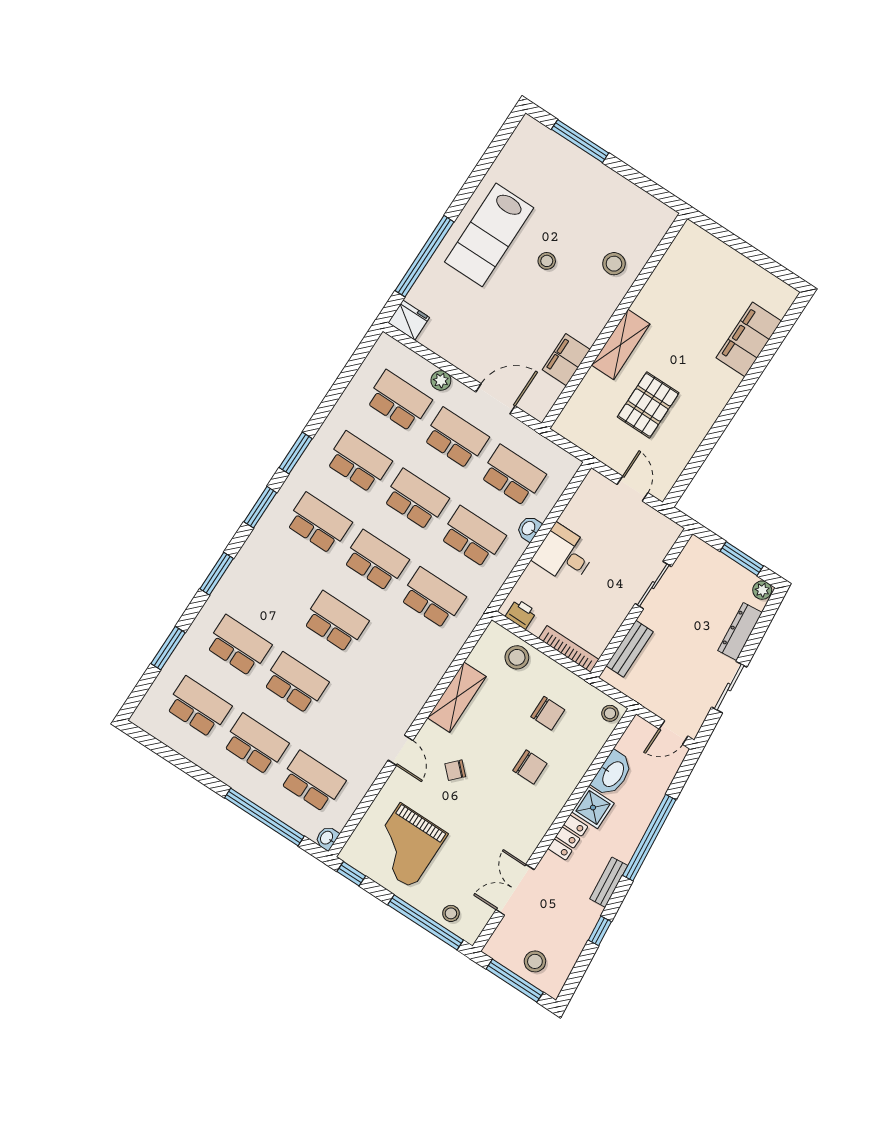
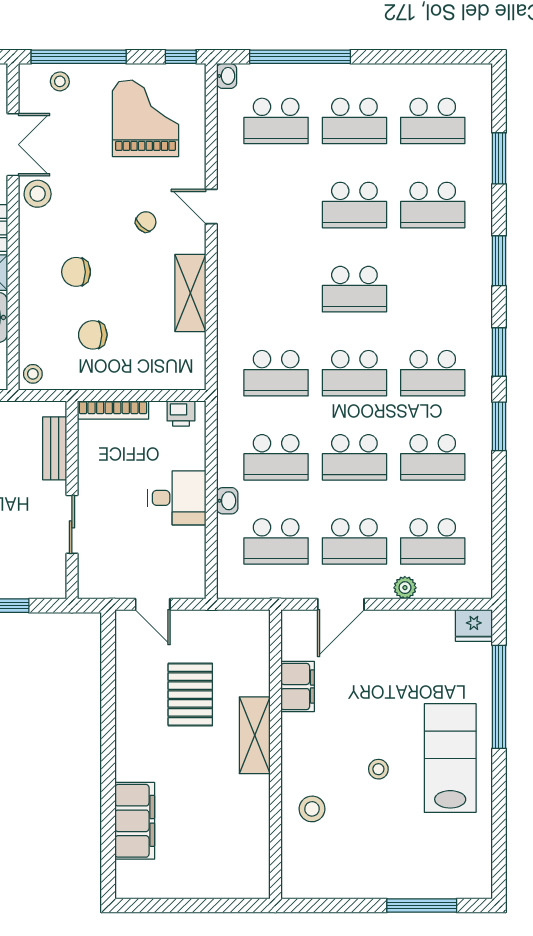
stool: (517, 657) -> (38, 194), moved

